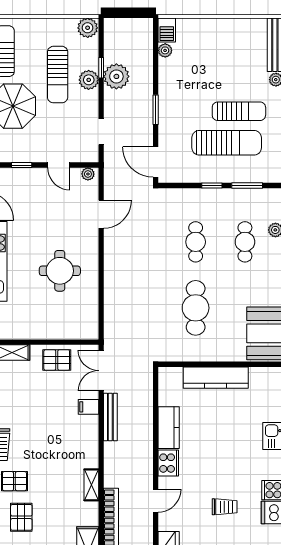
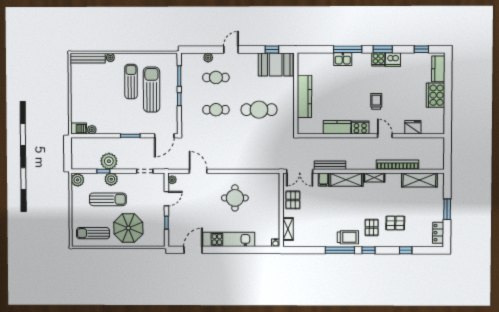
shelving: (88, 442) -> (346, 180), added
trolley: (225, 507) -> (376, 101), moved

